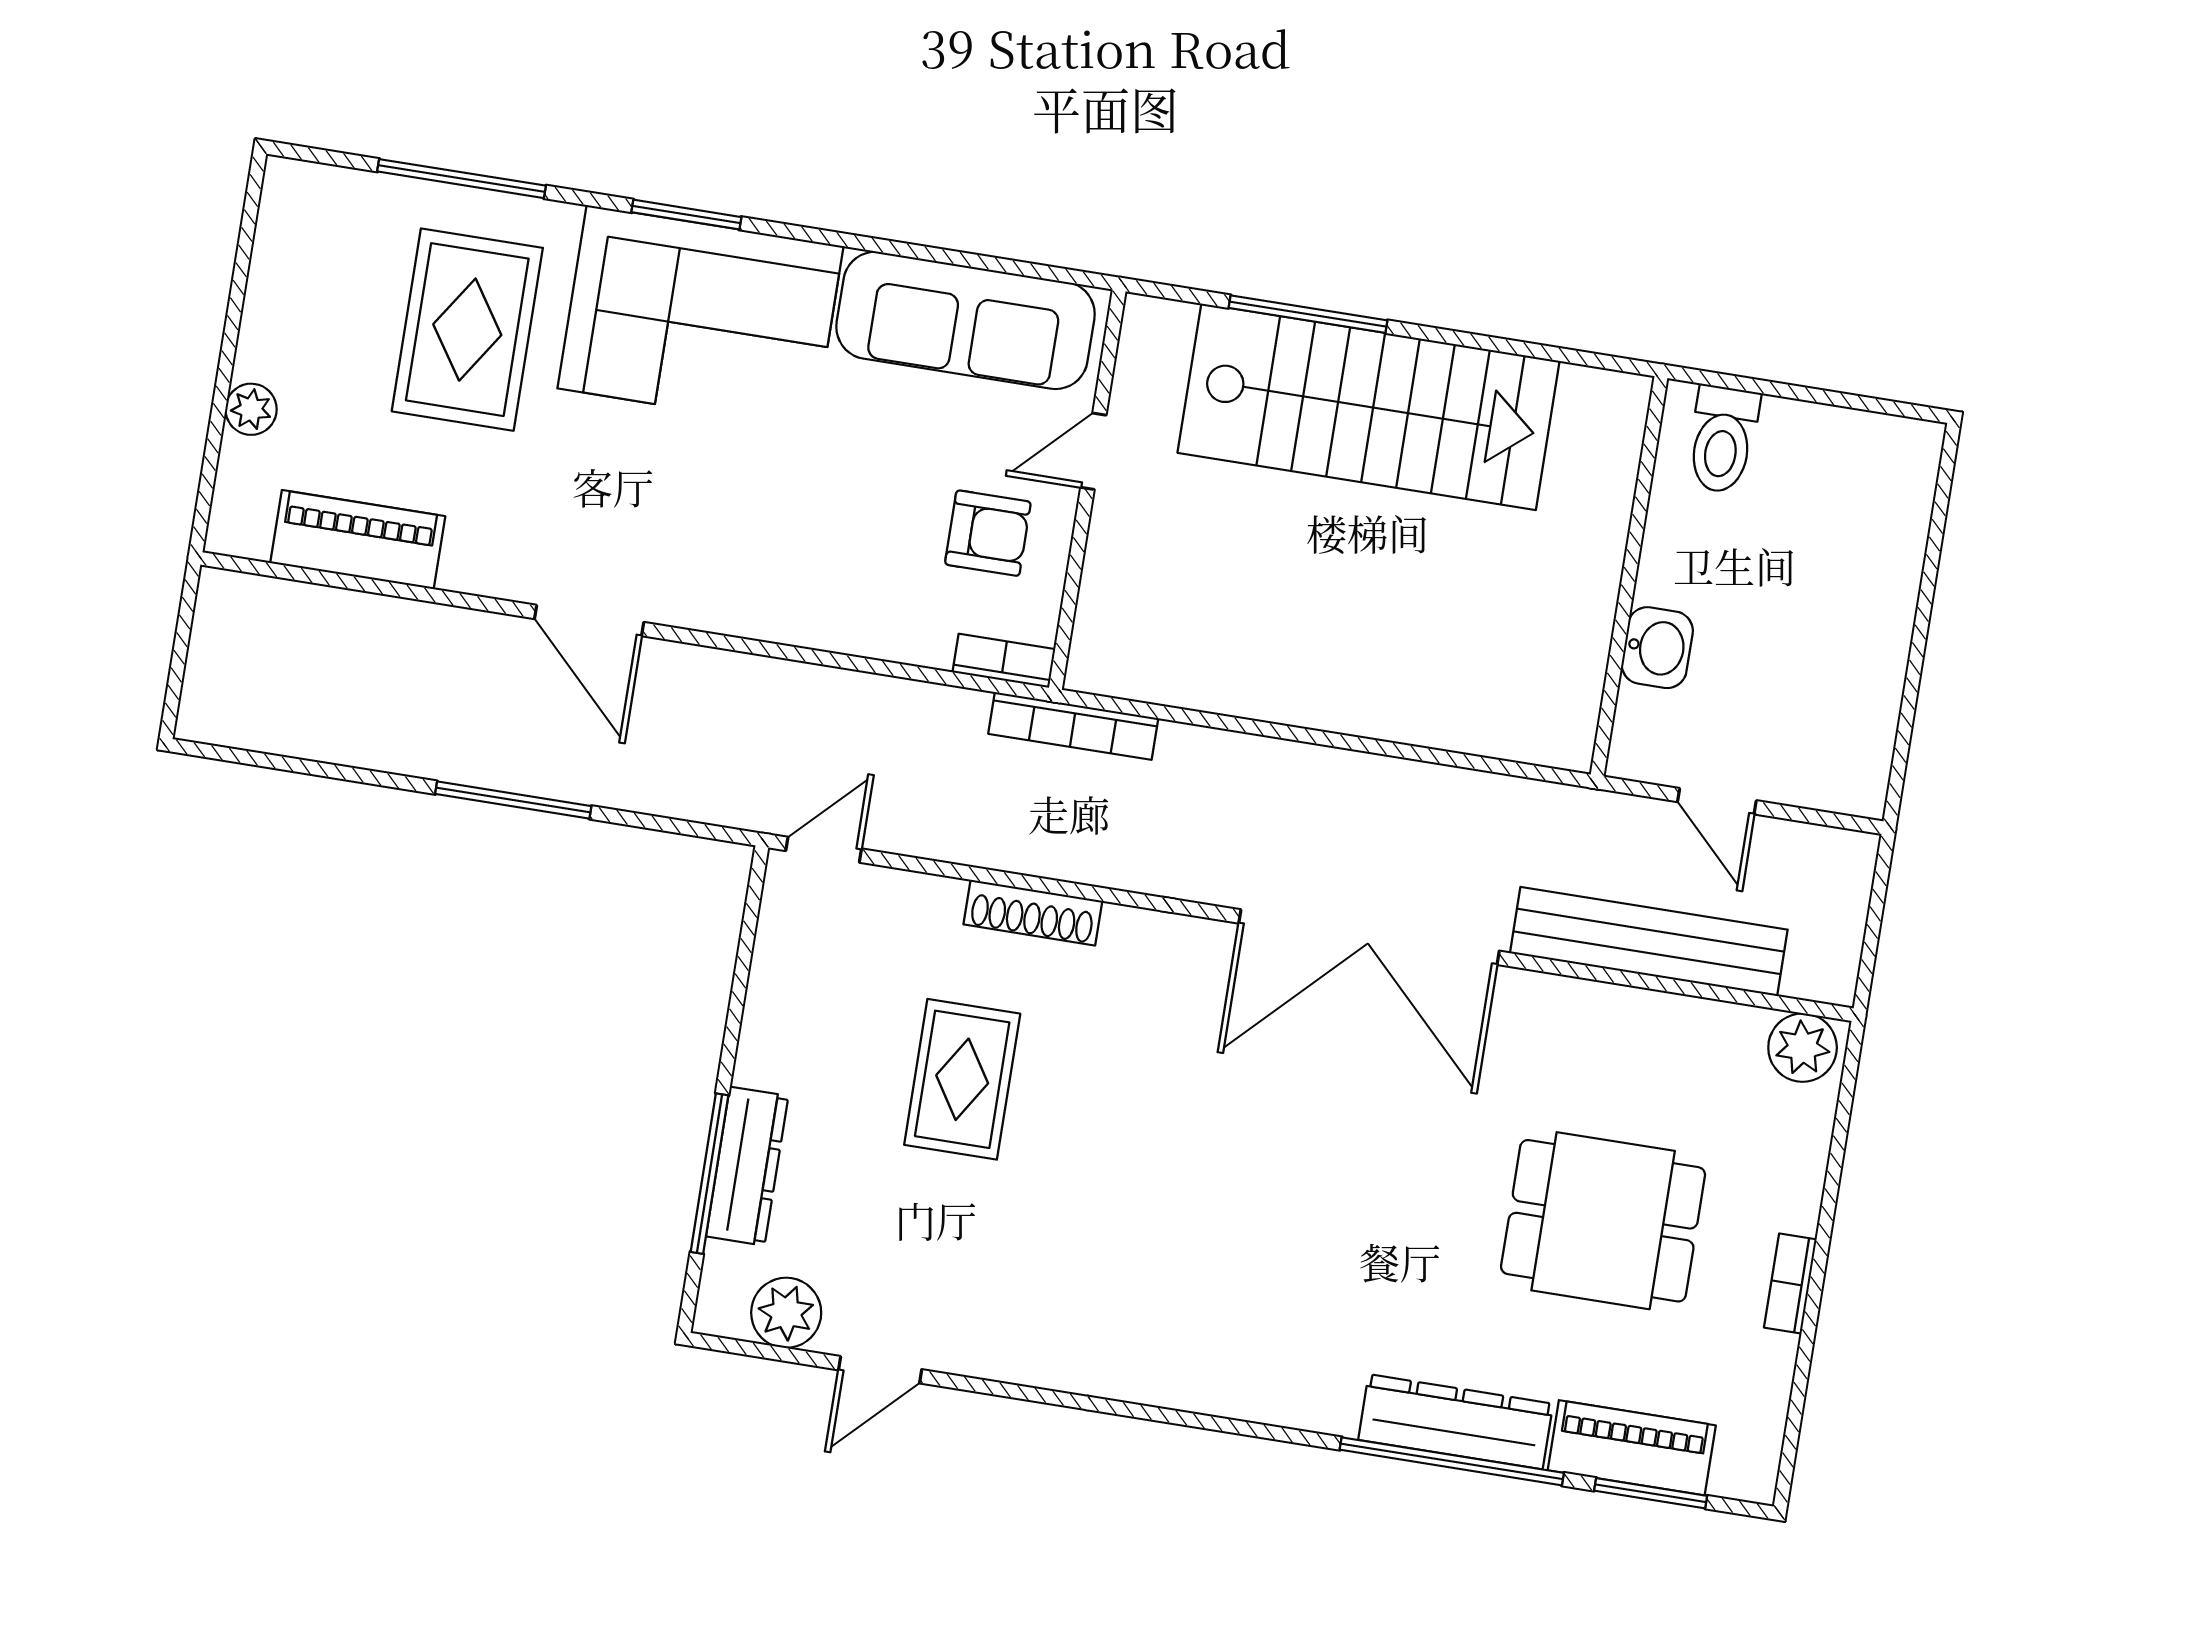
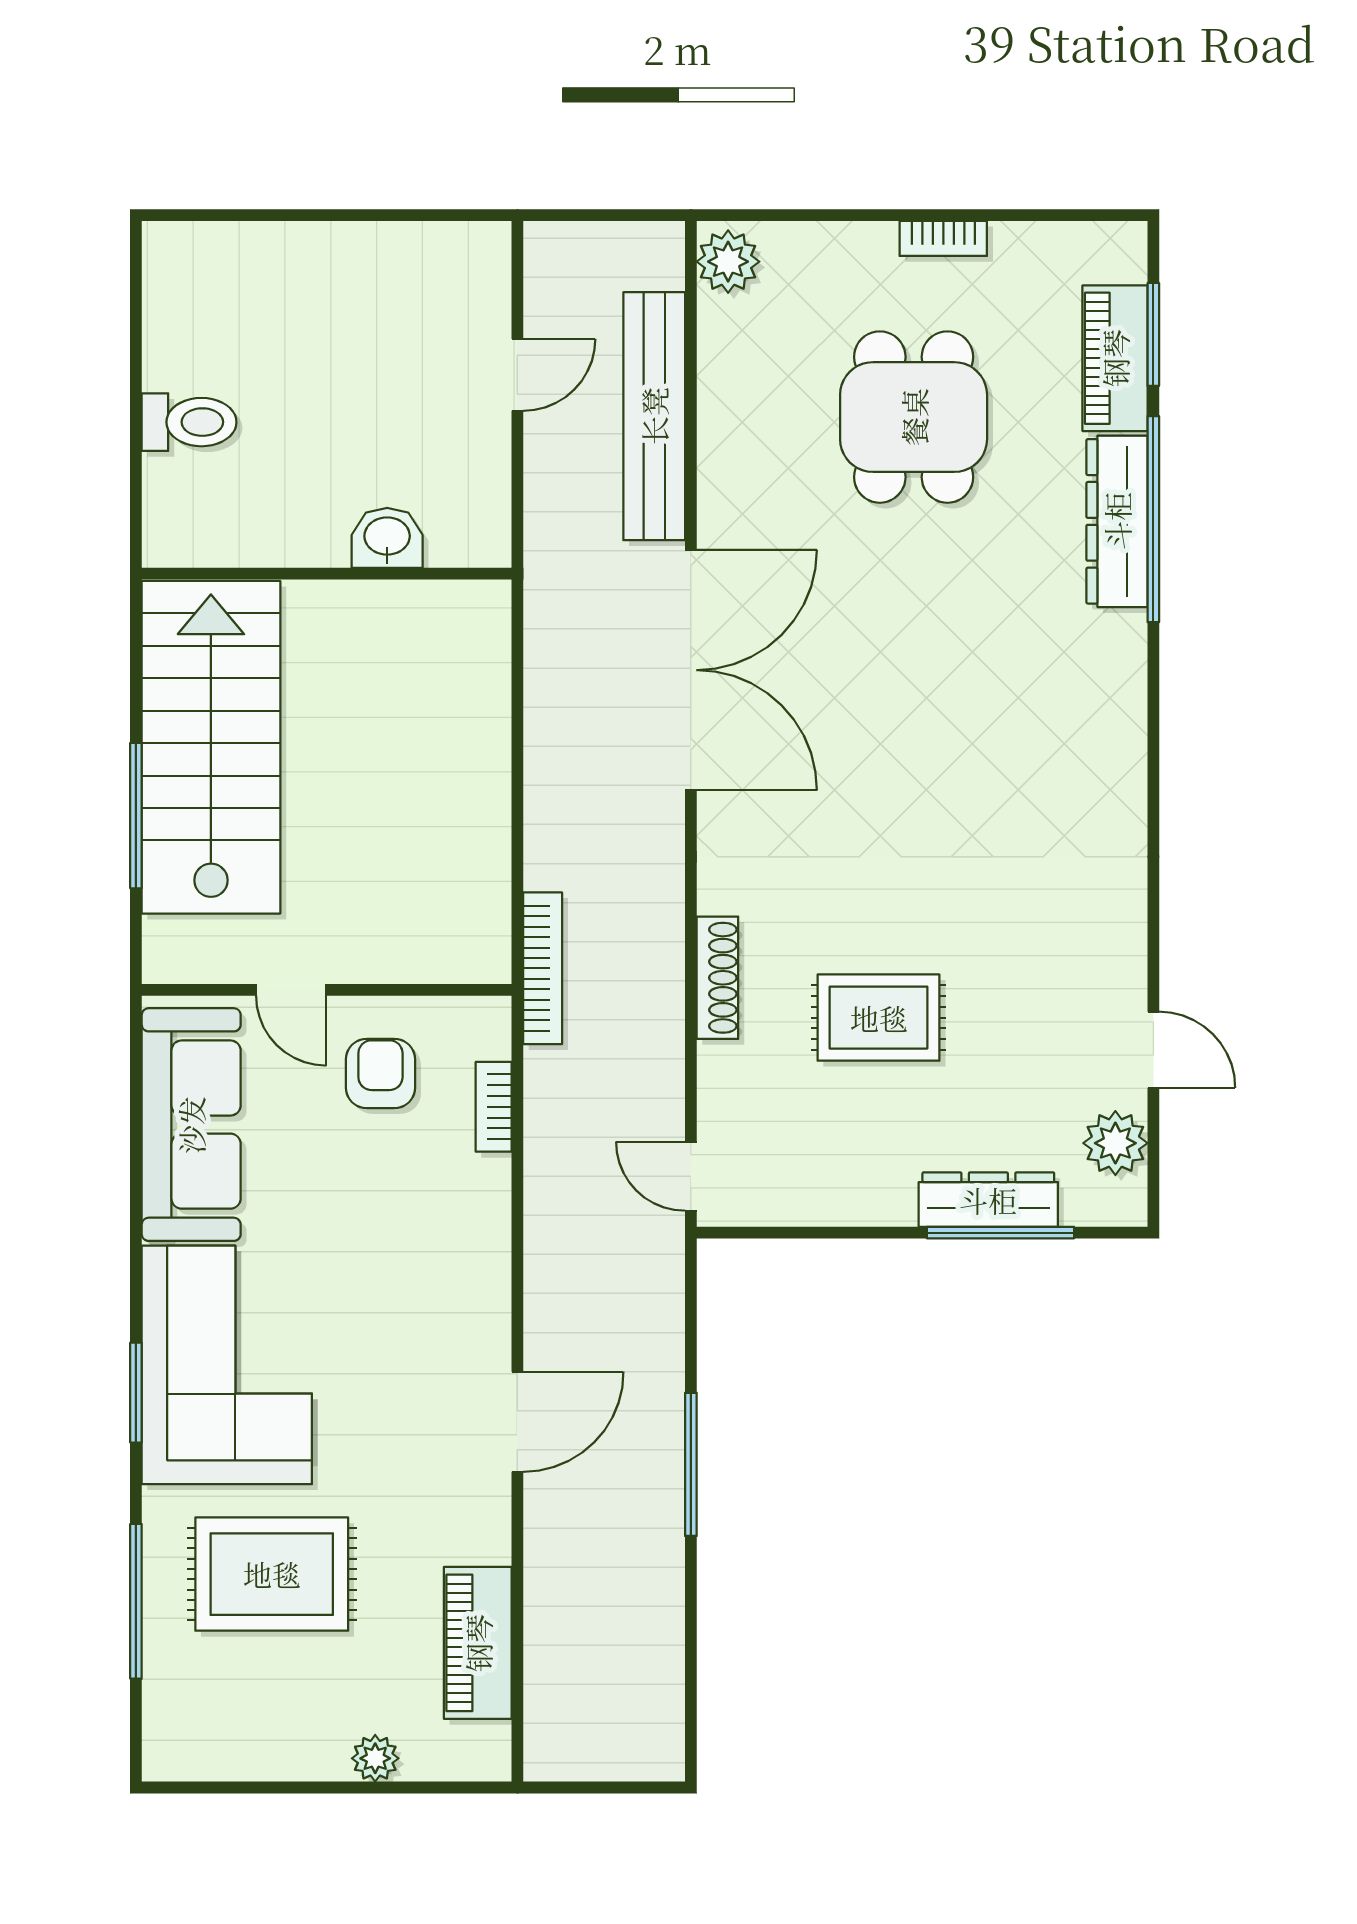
wall: (1629, 576) -> (327, 574), moved
washbasin: (1657, 648) -> (387, 538), moved
bookcase: (1004, 661) -> (494, 1107), moved

